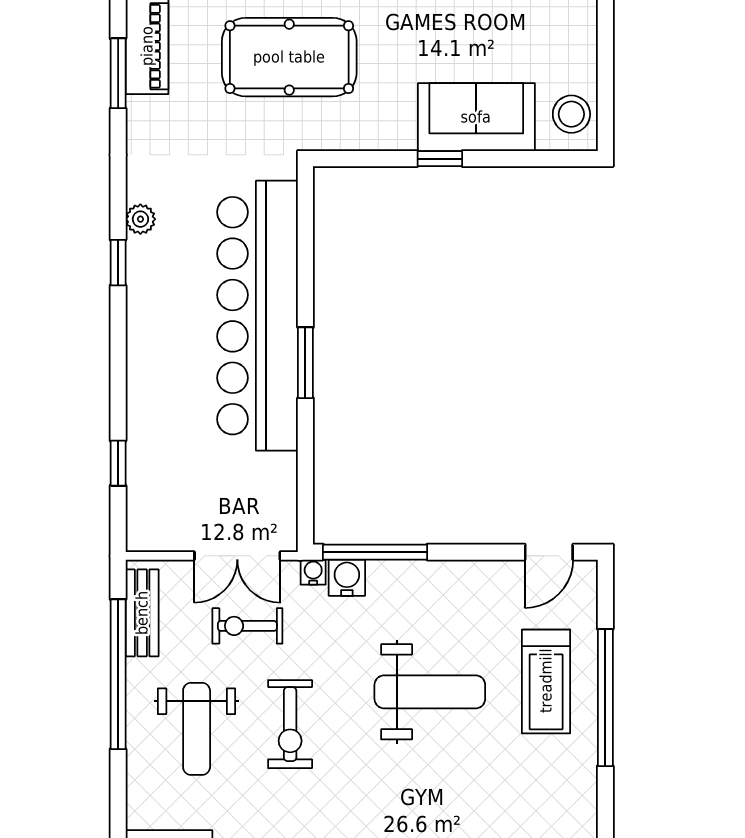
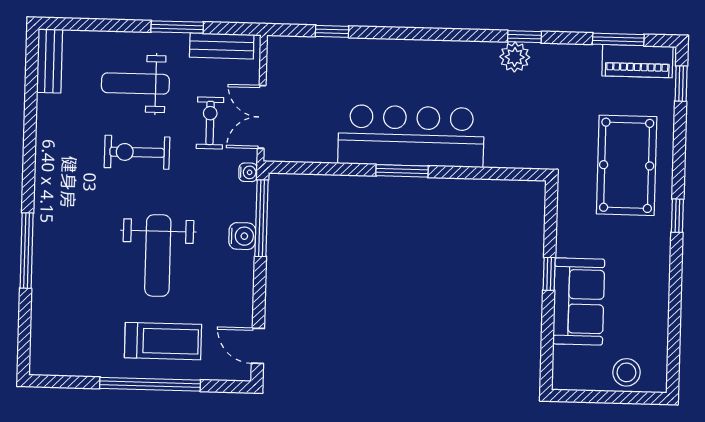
stool: (571, 114) -> (626, 372), moved
plant: (140, 219) -> (515, 57), width x1.38, depth x1.38
window: (118, 263) -> (525, 37), moved
bar counter: (258, 316) -> (411, 136), width x0.73
water cooler: (347, 578) -> (242, 236), moved
window: (118, 674) -> (177, 27), width x0.47
treadmill: (546, 681) -> (163, 341), turned 180

